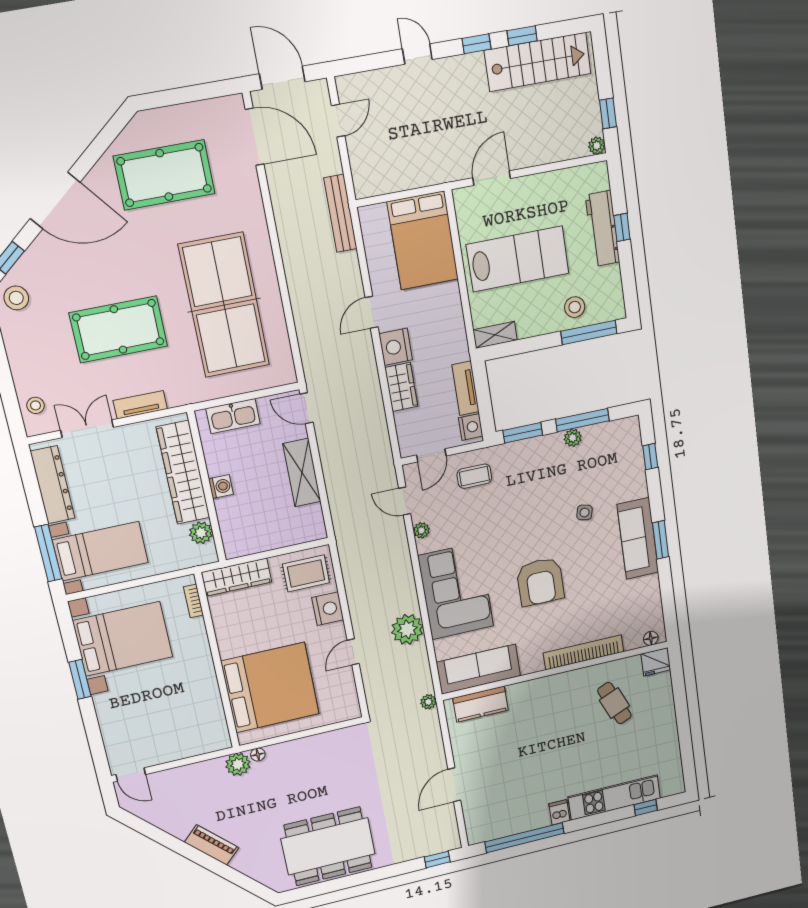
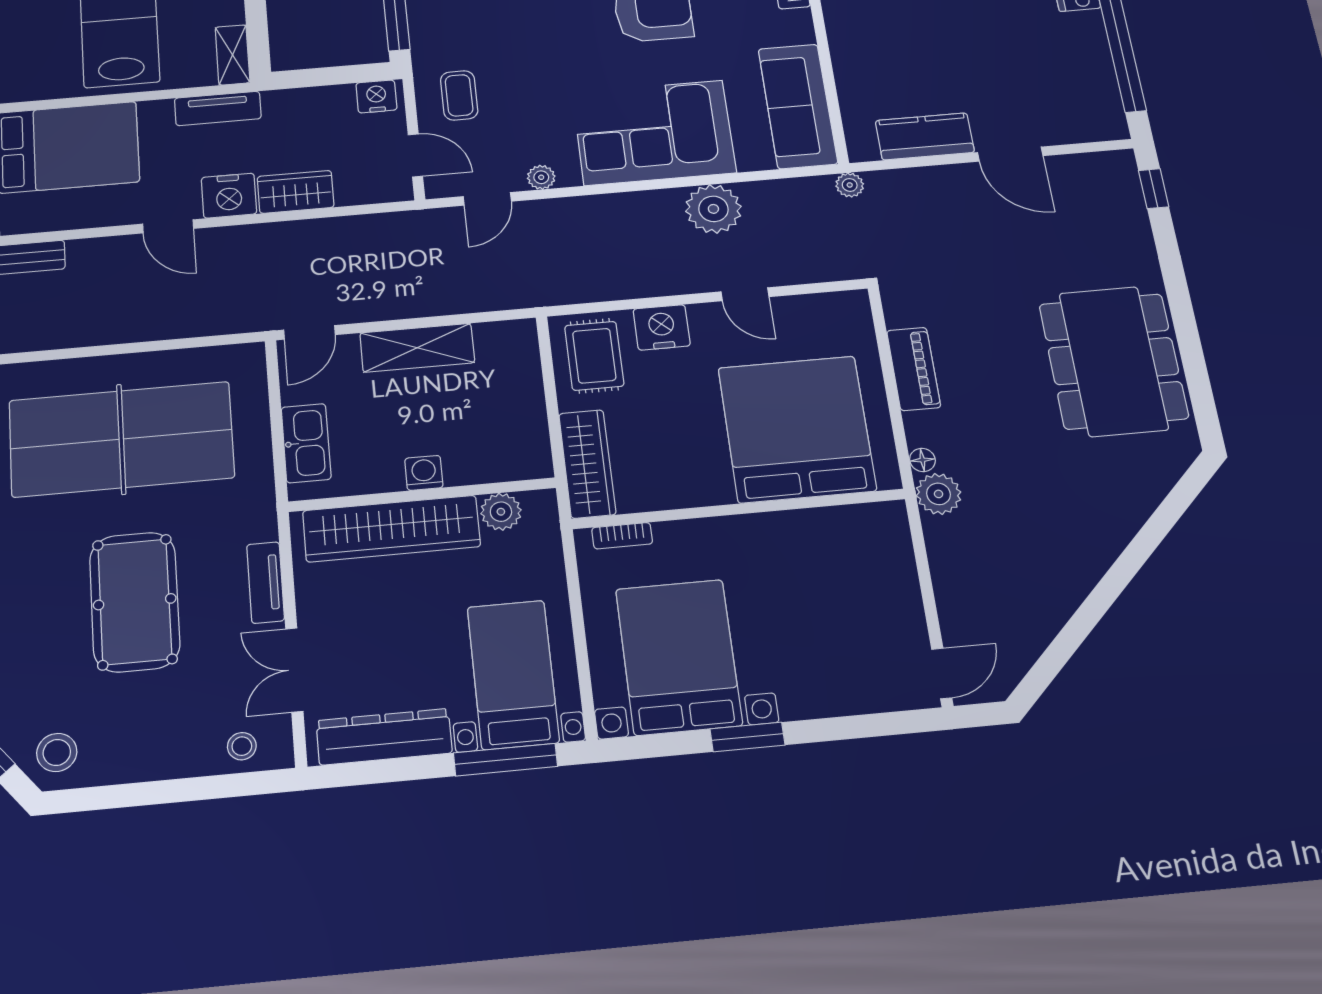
tv unit: (465, 388) -> (218, 108), moved
kitchen counter: (480, 704) -> (925, 136), moved, turned -90
piano: (212, 845) -> (914, 369), moved, turned 135

